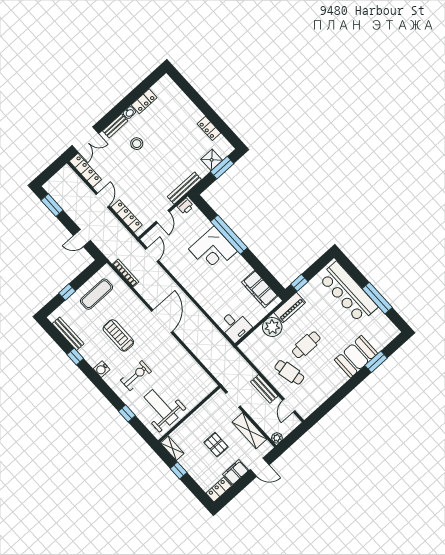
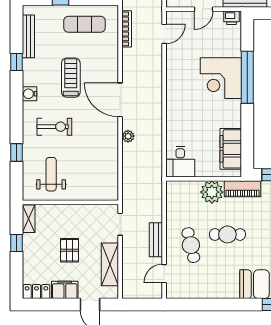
door: (162, 321) -> (120, 100), swing flipped
weight bench: (161, 407) -> (51, 174), width x0.73, depth x0.75
plant: (277, 438) -> (128, 136), moved

